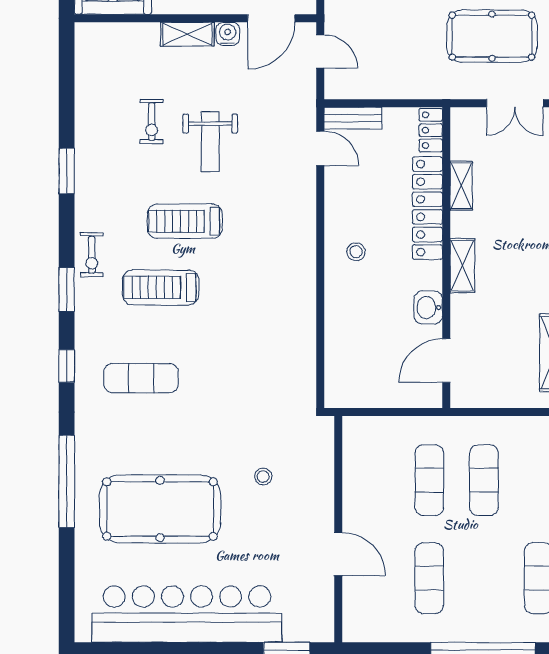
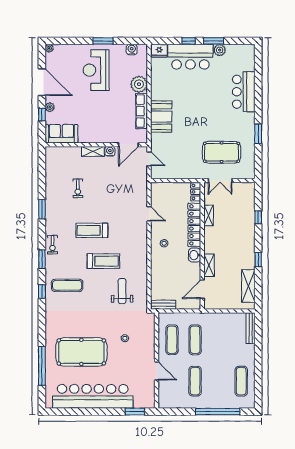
double door: (515, 103) -> (220, 181), moved
bench: (353, 118) -> (163, 305), moved
weight bench: (210, 142) -> (122, 291), moved, turned 180
door: (320, 148) -> (149, 214), moved
shelving: (462, 265) -> (209, 265), moved
treadmill: (161, 287) -> (103, 261), moved, turned 180
washbasin: (428, 307) -> (195, 255), moved
exercise mat: (141, 378) -> (67, 285), moved
exercise mat: (484, 480) -> (172, 340), moved
window: (67, 481) -> (42, 366), moved

